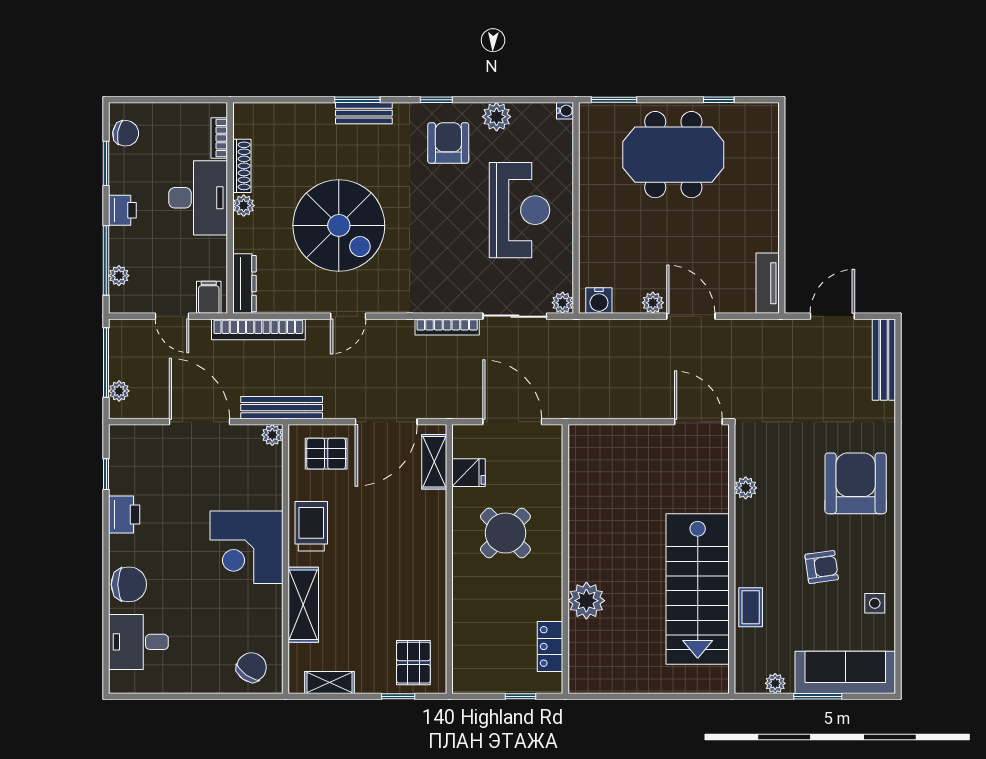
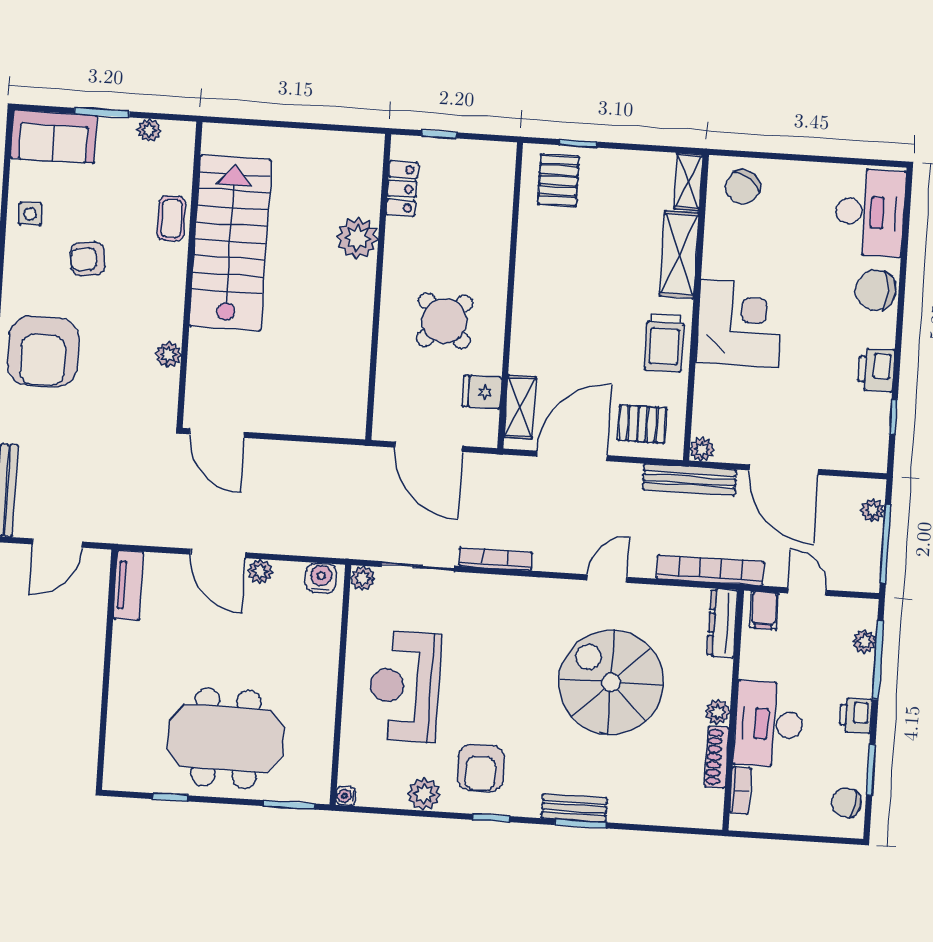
desk: (138, 642) -> (870, 212), width x1.37
sofa: (845, 672) -> (54, 137), width x0.73
shelving: (330, 683) -> (688, 182), moved, turned 90

